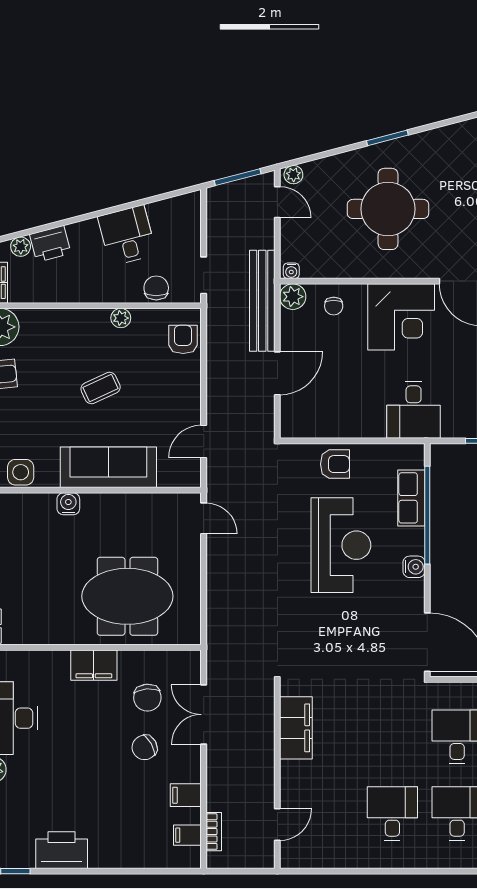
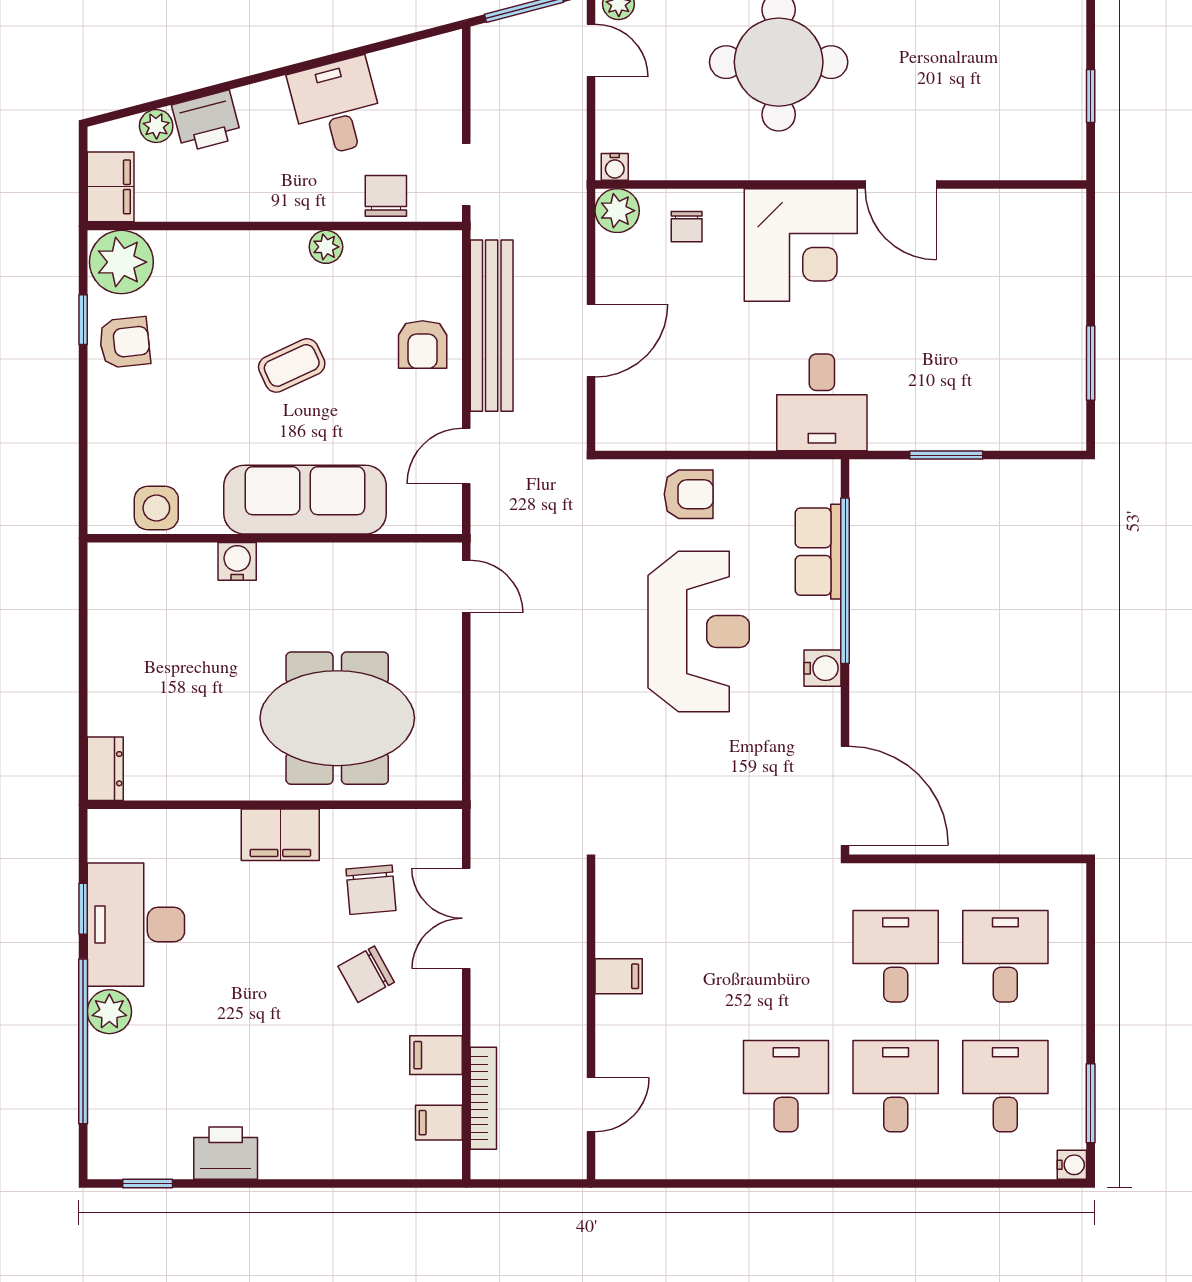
bench: (262, 301) -> (492, 326), moved
armchair: (183, 339) -> (423, 344), moved, turned 180
filing cabinet: (296, 728) -> (619, 976), width x0.33, depth x0.86
bookcase: (214, 832) -> (483, 1098), width x1.56
printer: (62, 850) -> (226, 1153), width x0.73, depth x0.84

